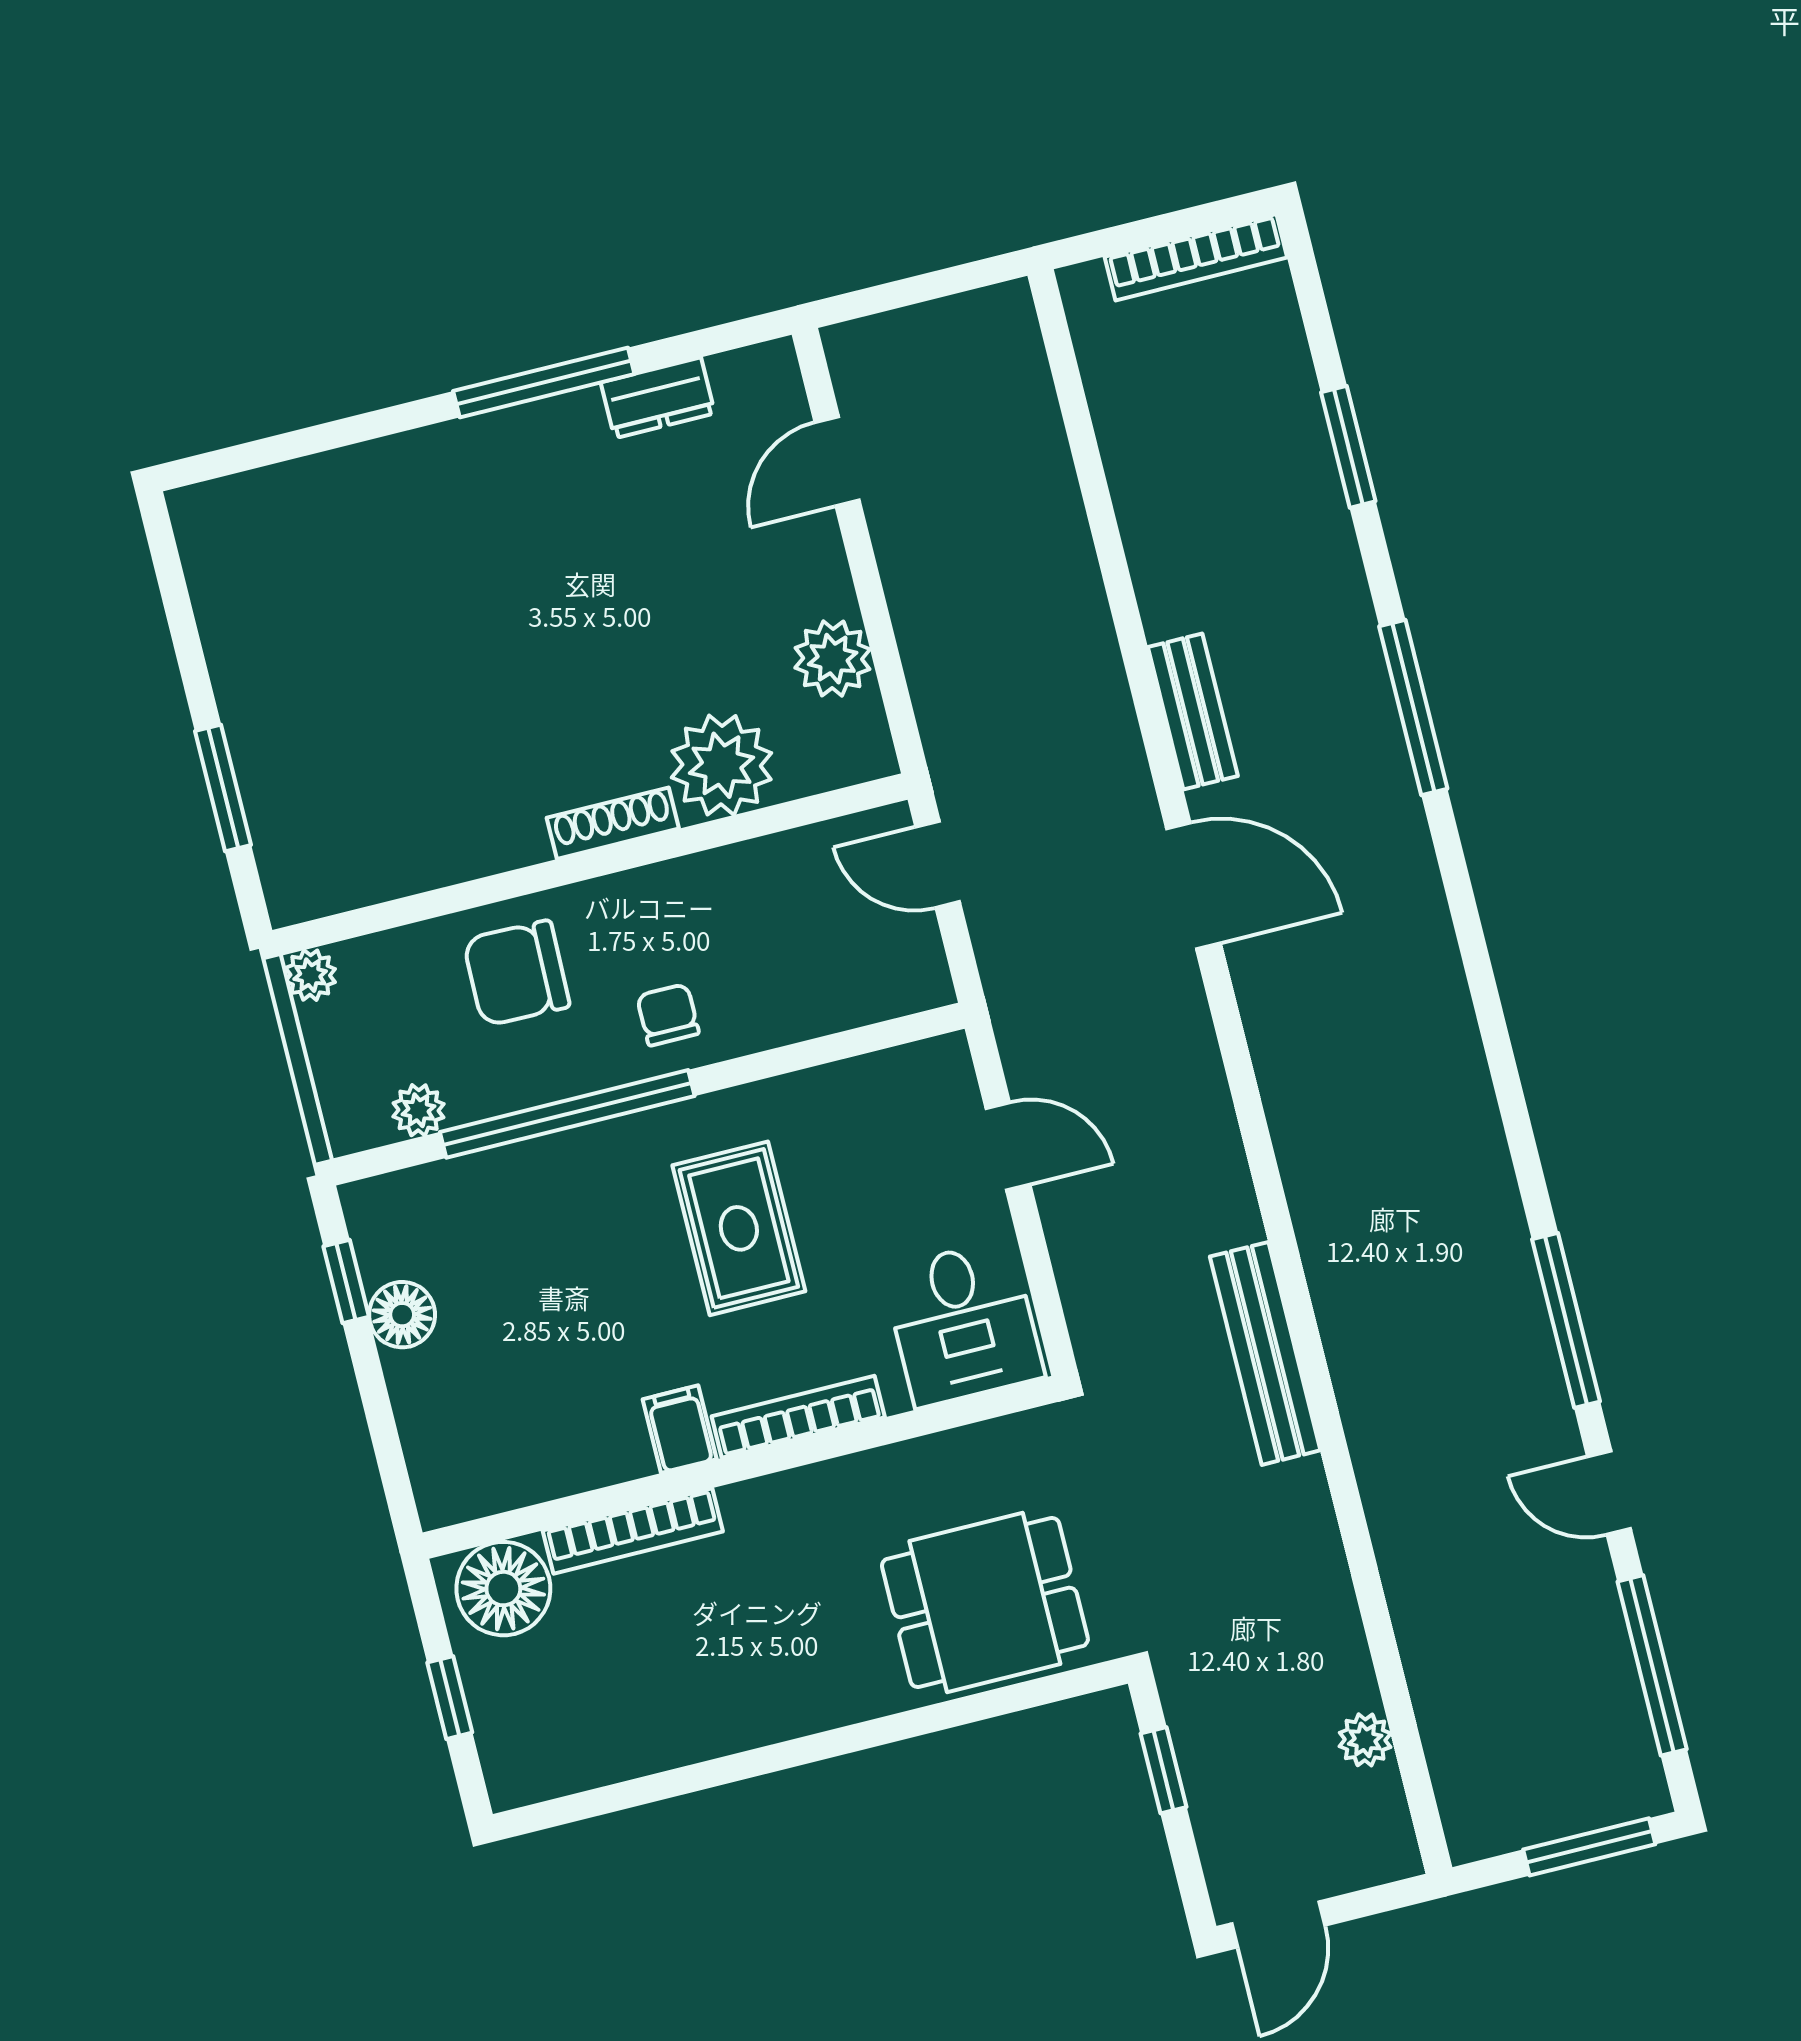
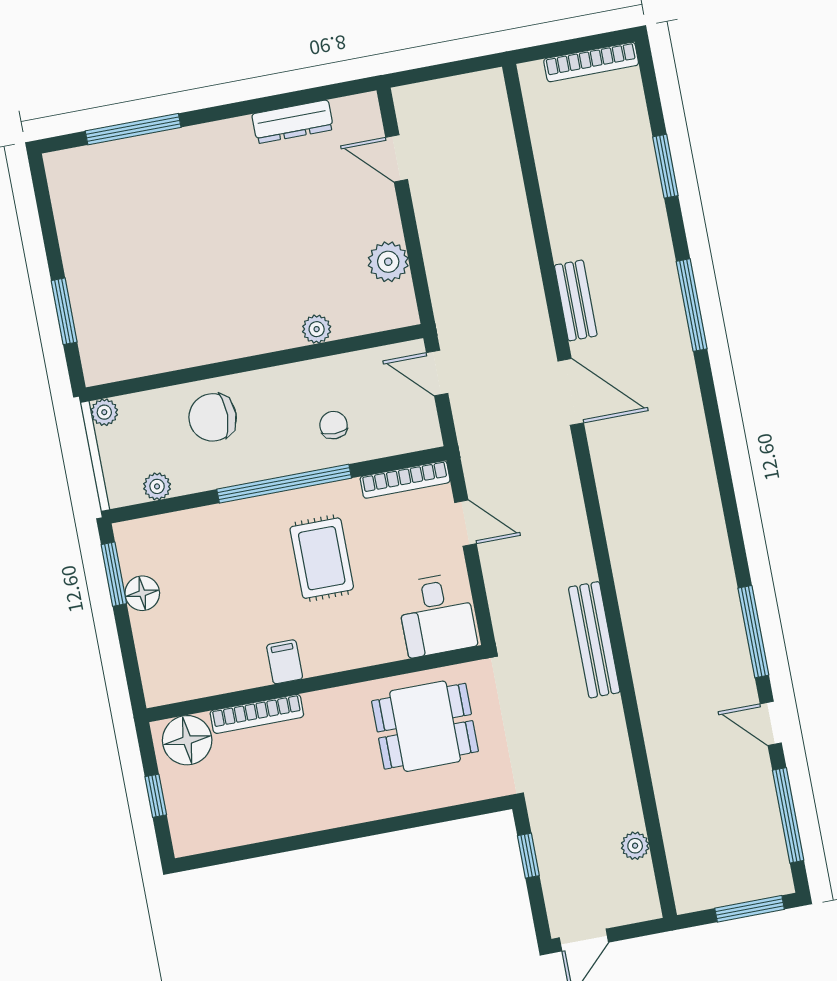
window: (544, 382) -> (133, 129), moved
dresser: (658, 398) -> (293, 122), width x1.44
door: (837, 461) -> (397, 158), hinge flipped
plant: (722, 765) -> (317, 329), width x0.53, depth x0.53
shoe rack: (613, 823) -> (268, 342), removed
chair: (668, 1015) -> (334, 425), moved
window: (567, 1114) -> (284, 484), moved
window: (346, 1281) -> (114, 574), width x1.50
bookcase: (798, 1417) -> (405, 479), moved, turned 180
dining table: (985, 1602) -> (425, 726), moved

